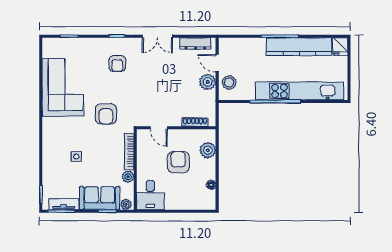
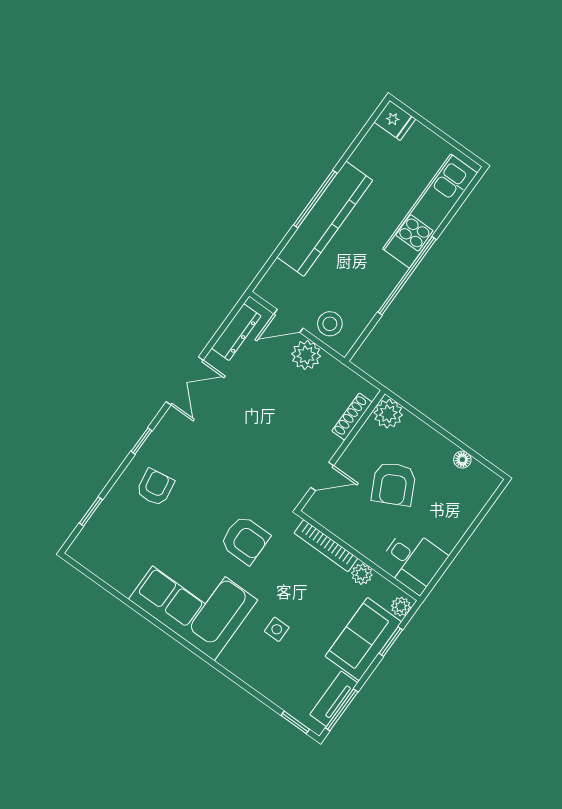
kitchen counter: (299, 47) -> (325, 219), moved
armchair: (117, 64) -> (155, 487), moved, turned -99
corner sofa: (63, 88) -> (193, 600), moved
kitchen unit: (300, 91) -> (430, 211), width x0.73
plant: (208, 150) -> (388, 414), moved
armchair: (178, 162) -> (394, 484), turned -117

